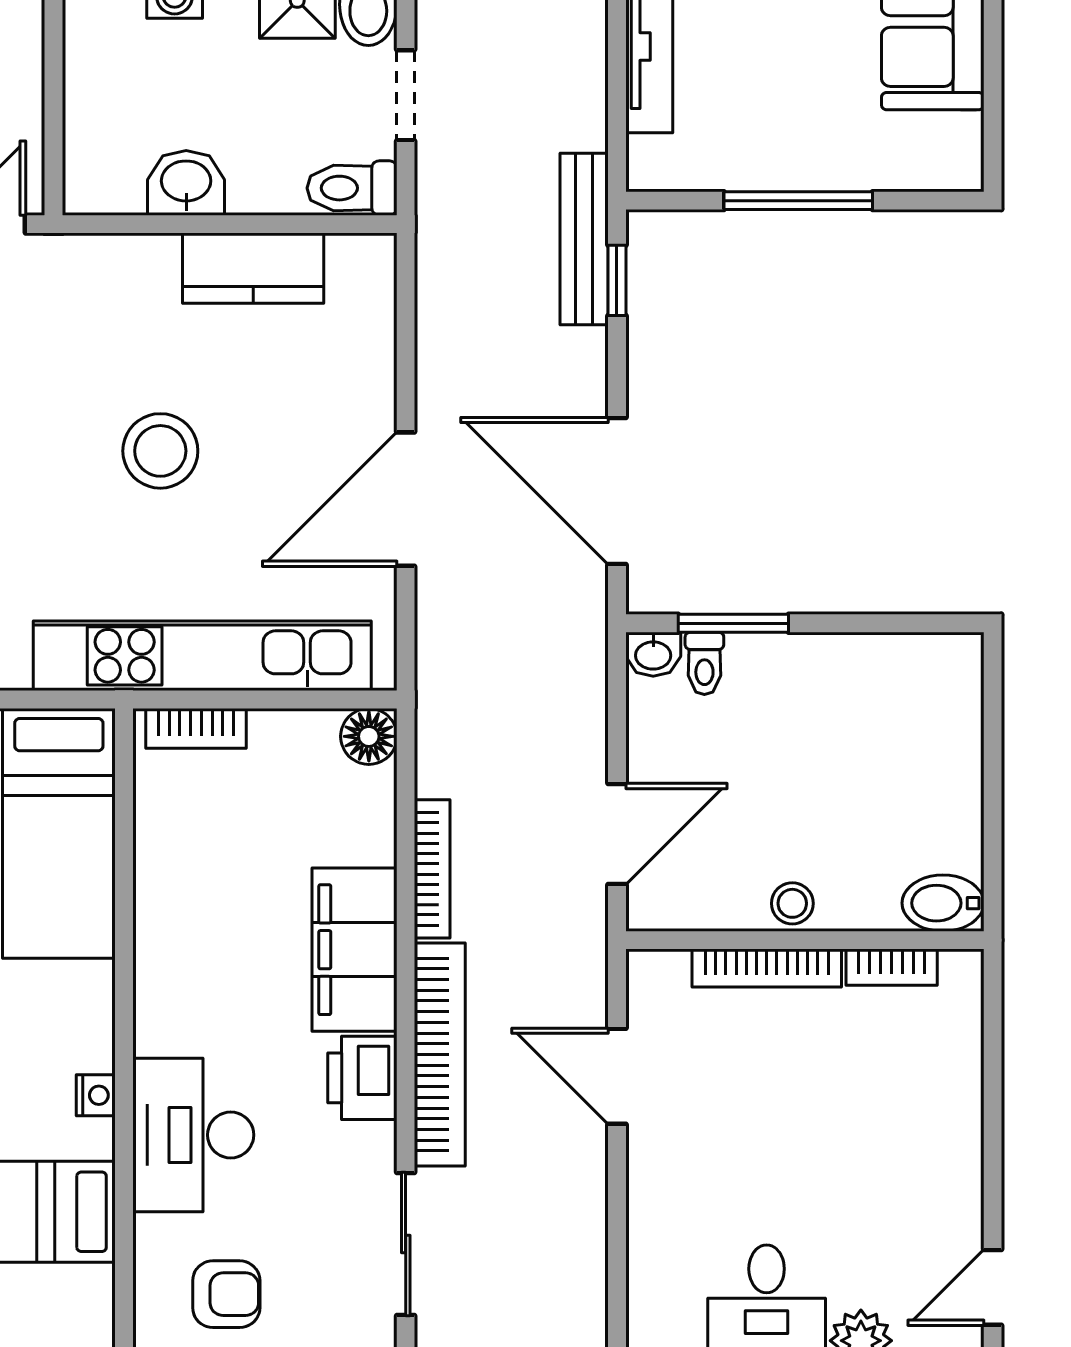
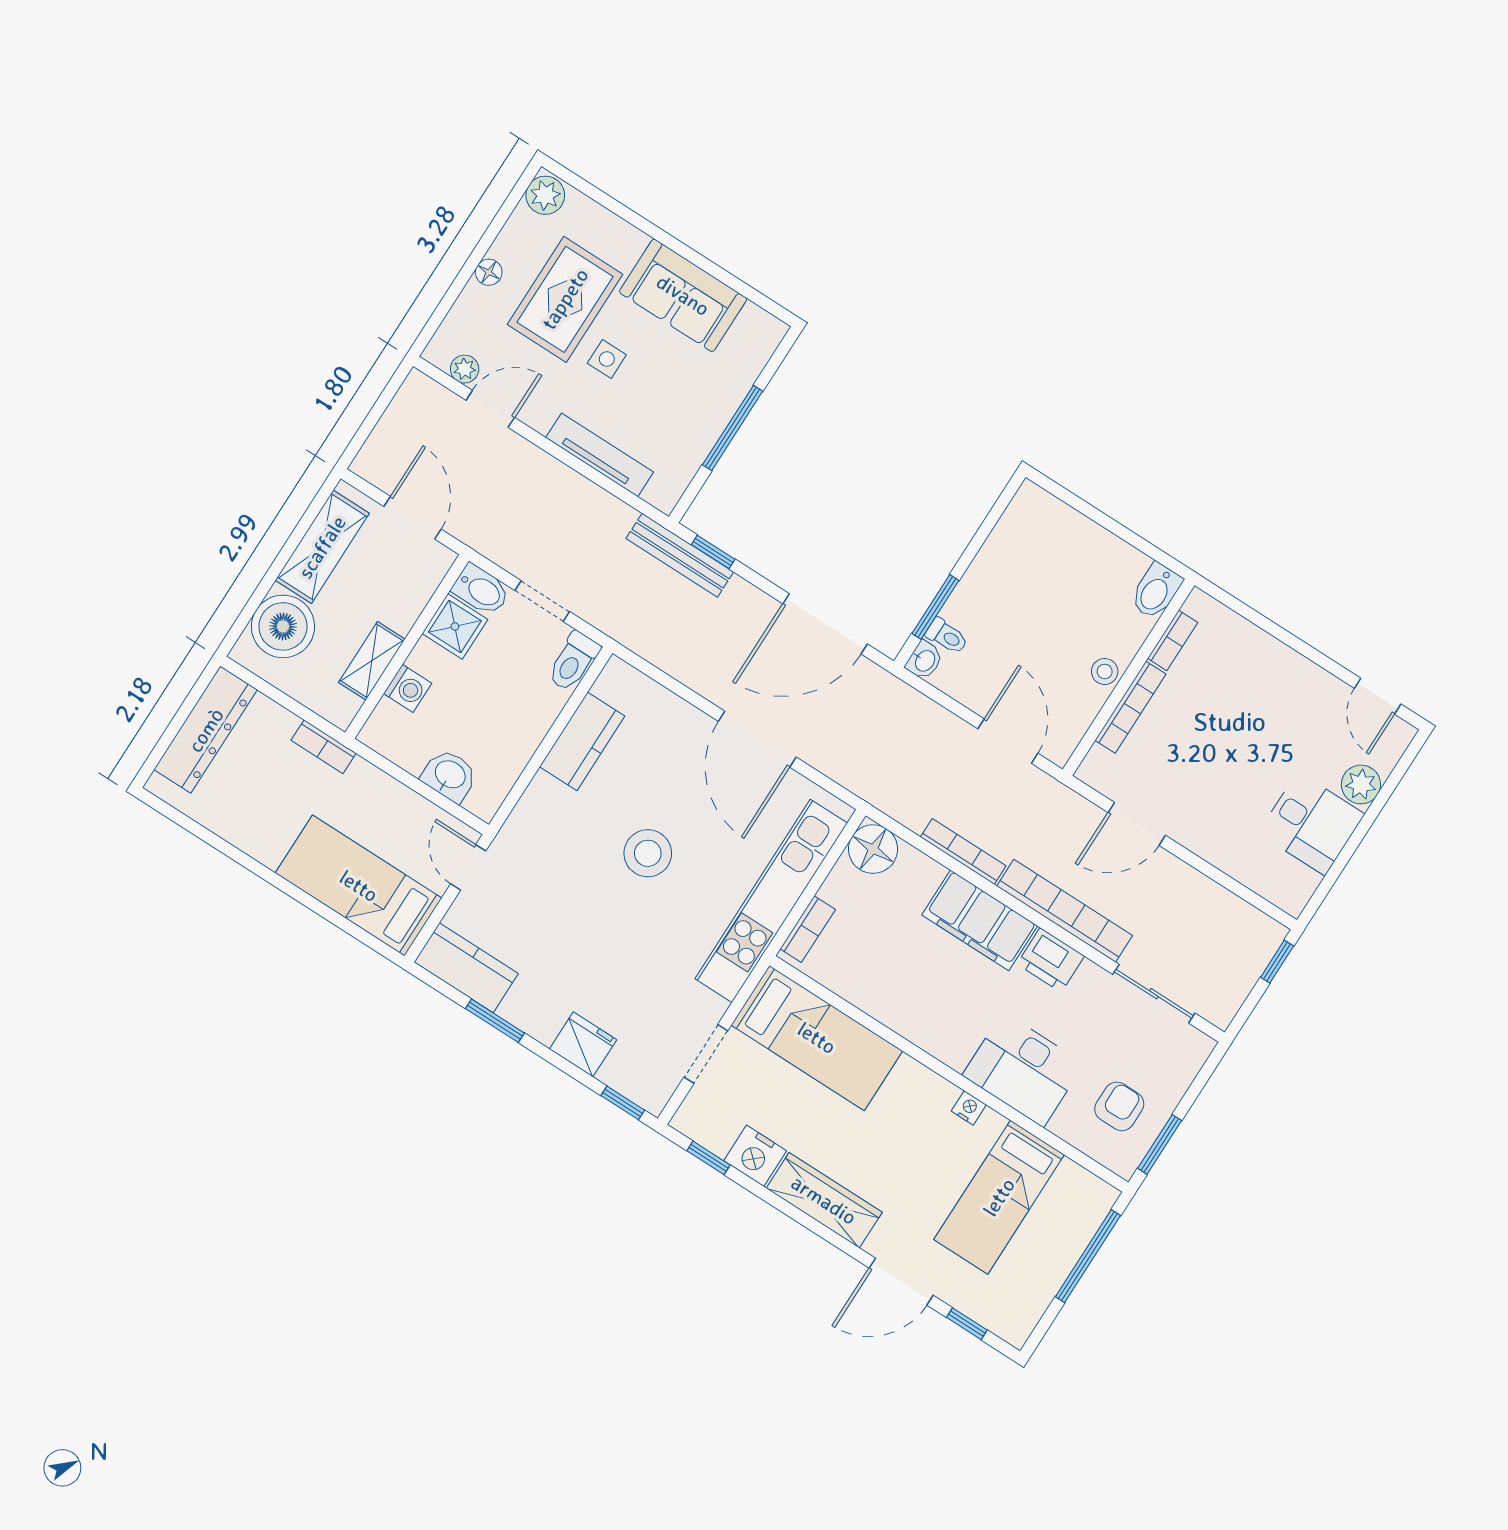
washbasin: (186, 183) -> (450, 775), moved, turned 90
floor lamp: (369, 736) -> (873, 849), width x1.38, depth x1.38

